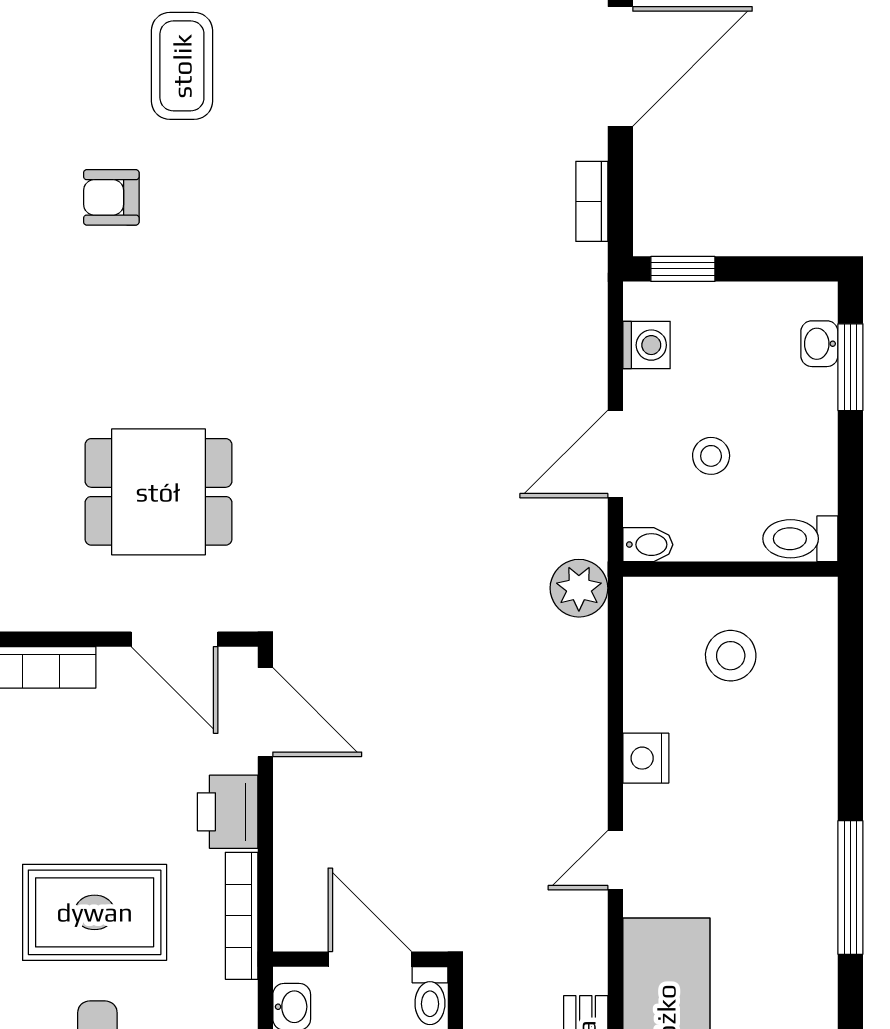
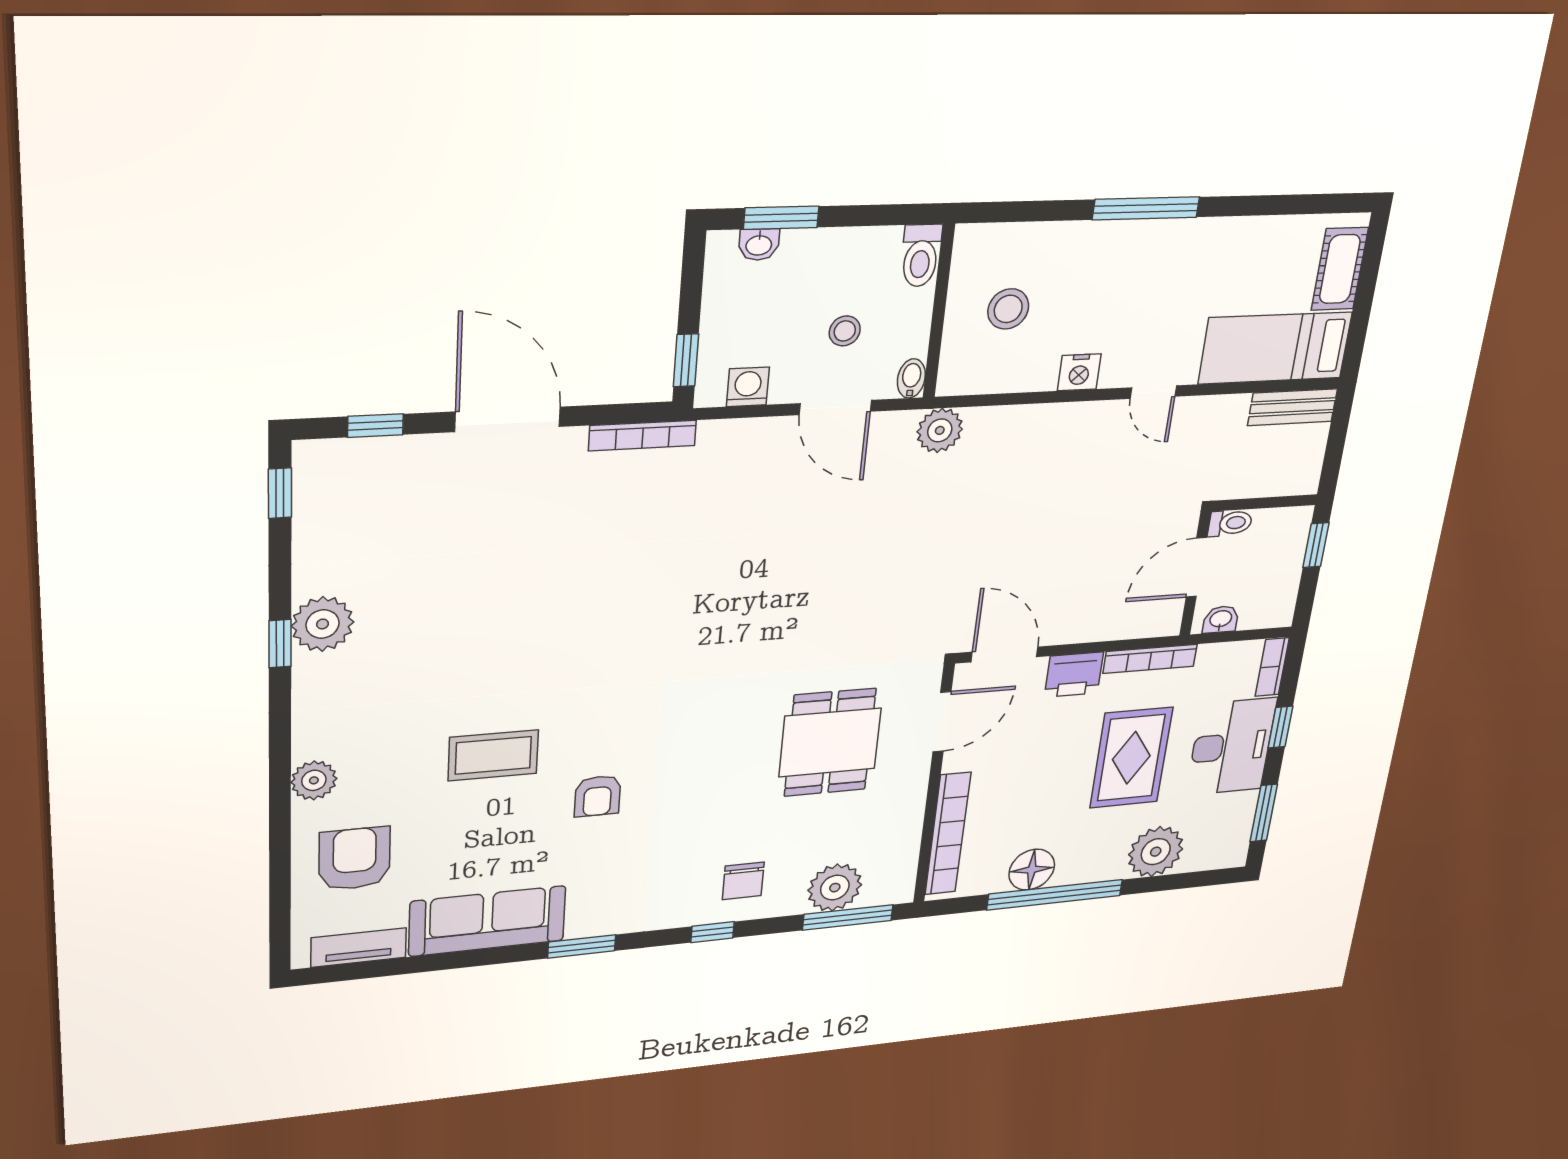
bookcase: (592, 201) -> (642, 436), width x1.56
door: (265, 712) -> (1005, 654), hinge flipped
window: (850, 888) -> (1146, 208), moved

